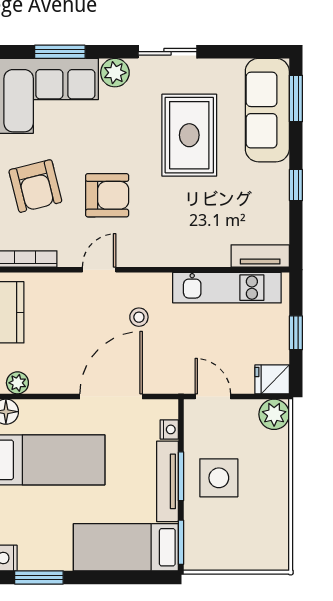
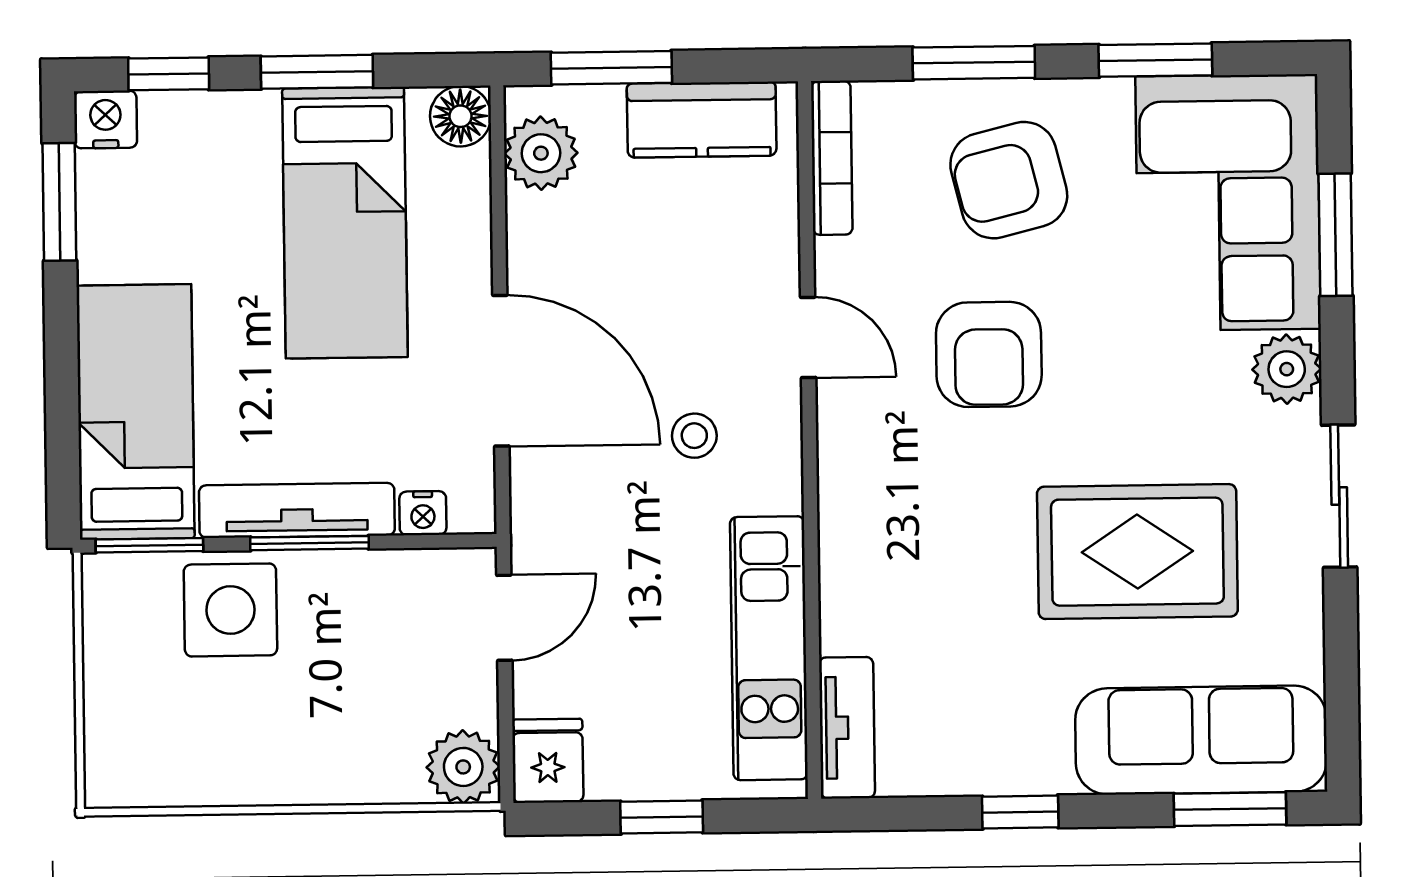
plant: (17, 383) -> (541, 153), width x1.38, depth x1.38
side table: (219, 478) -> (230, 610), moved

